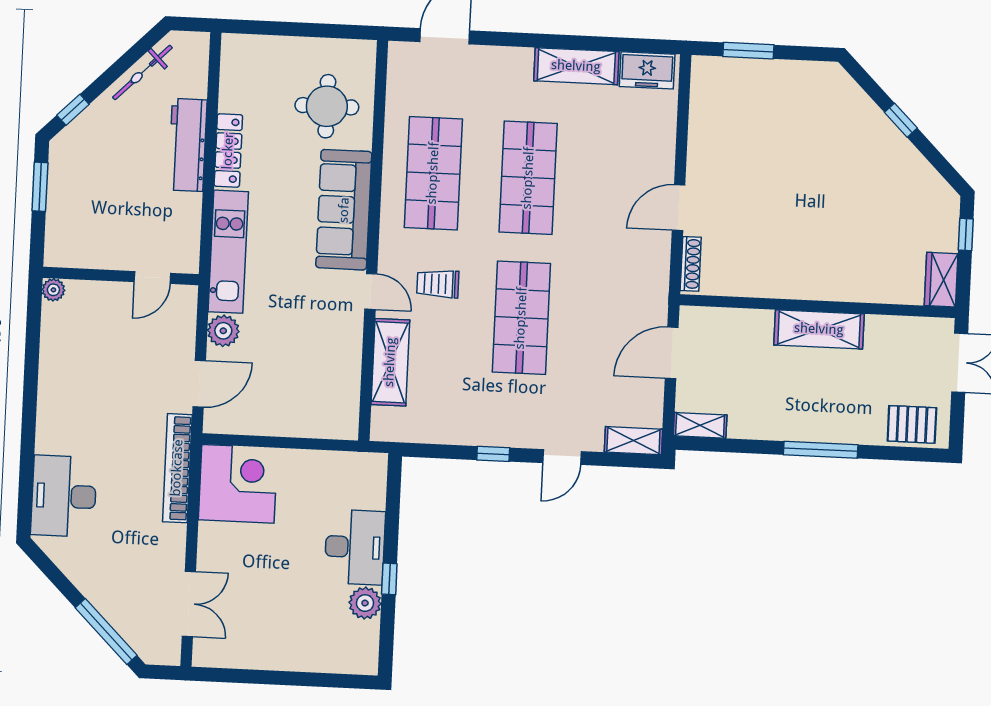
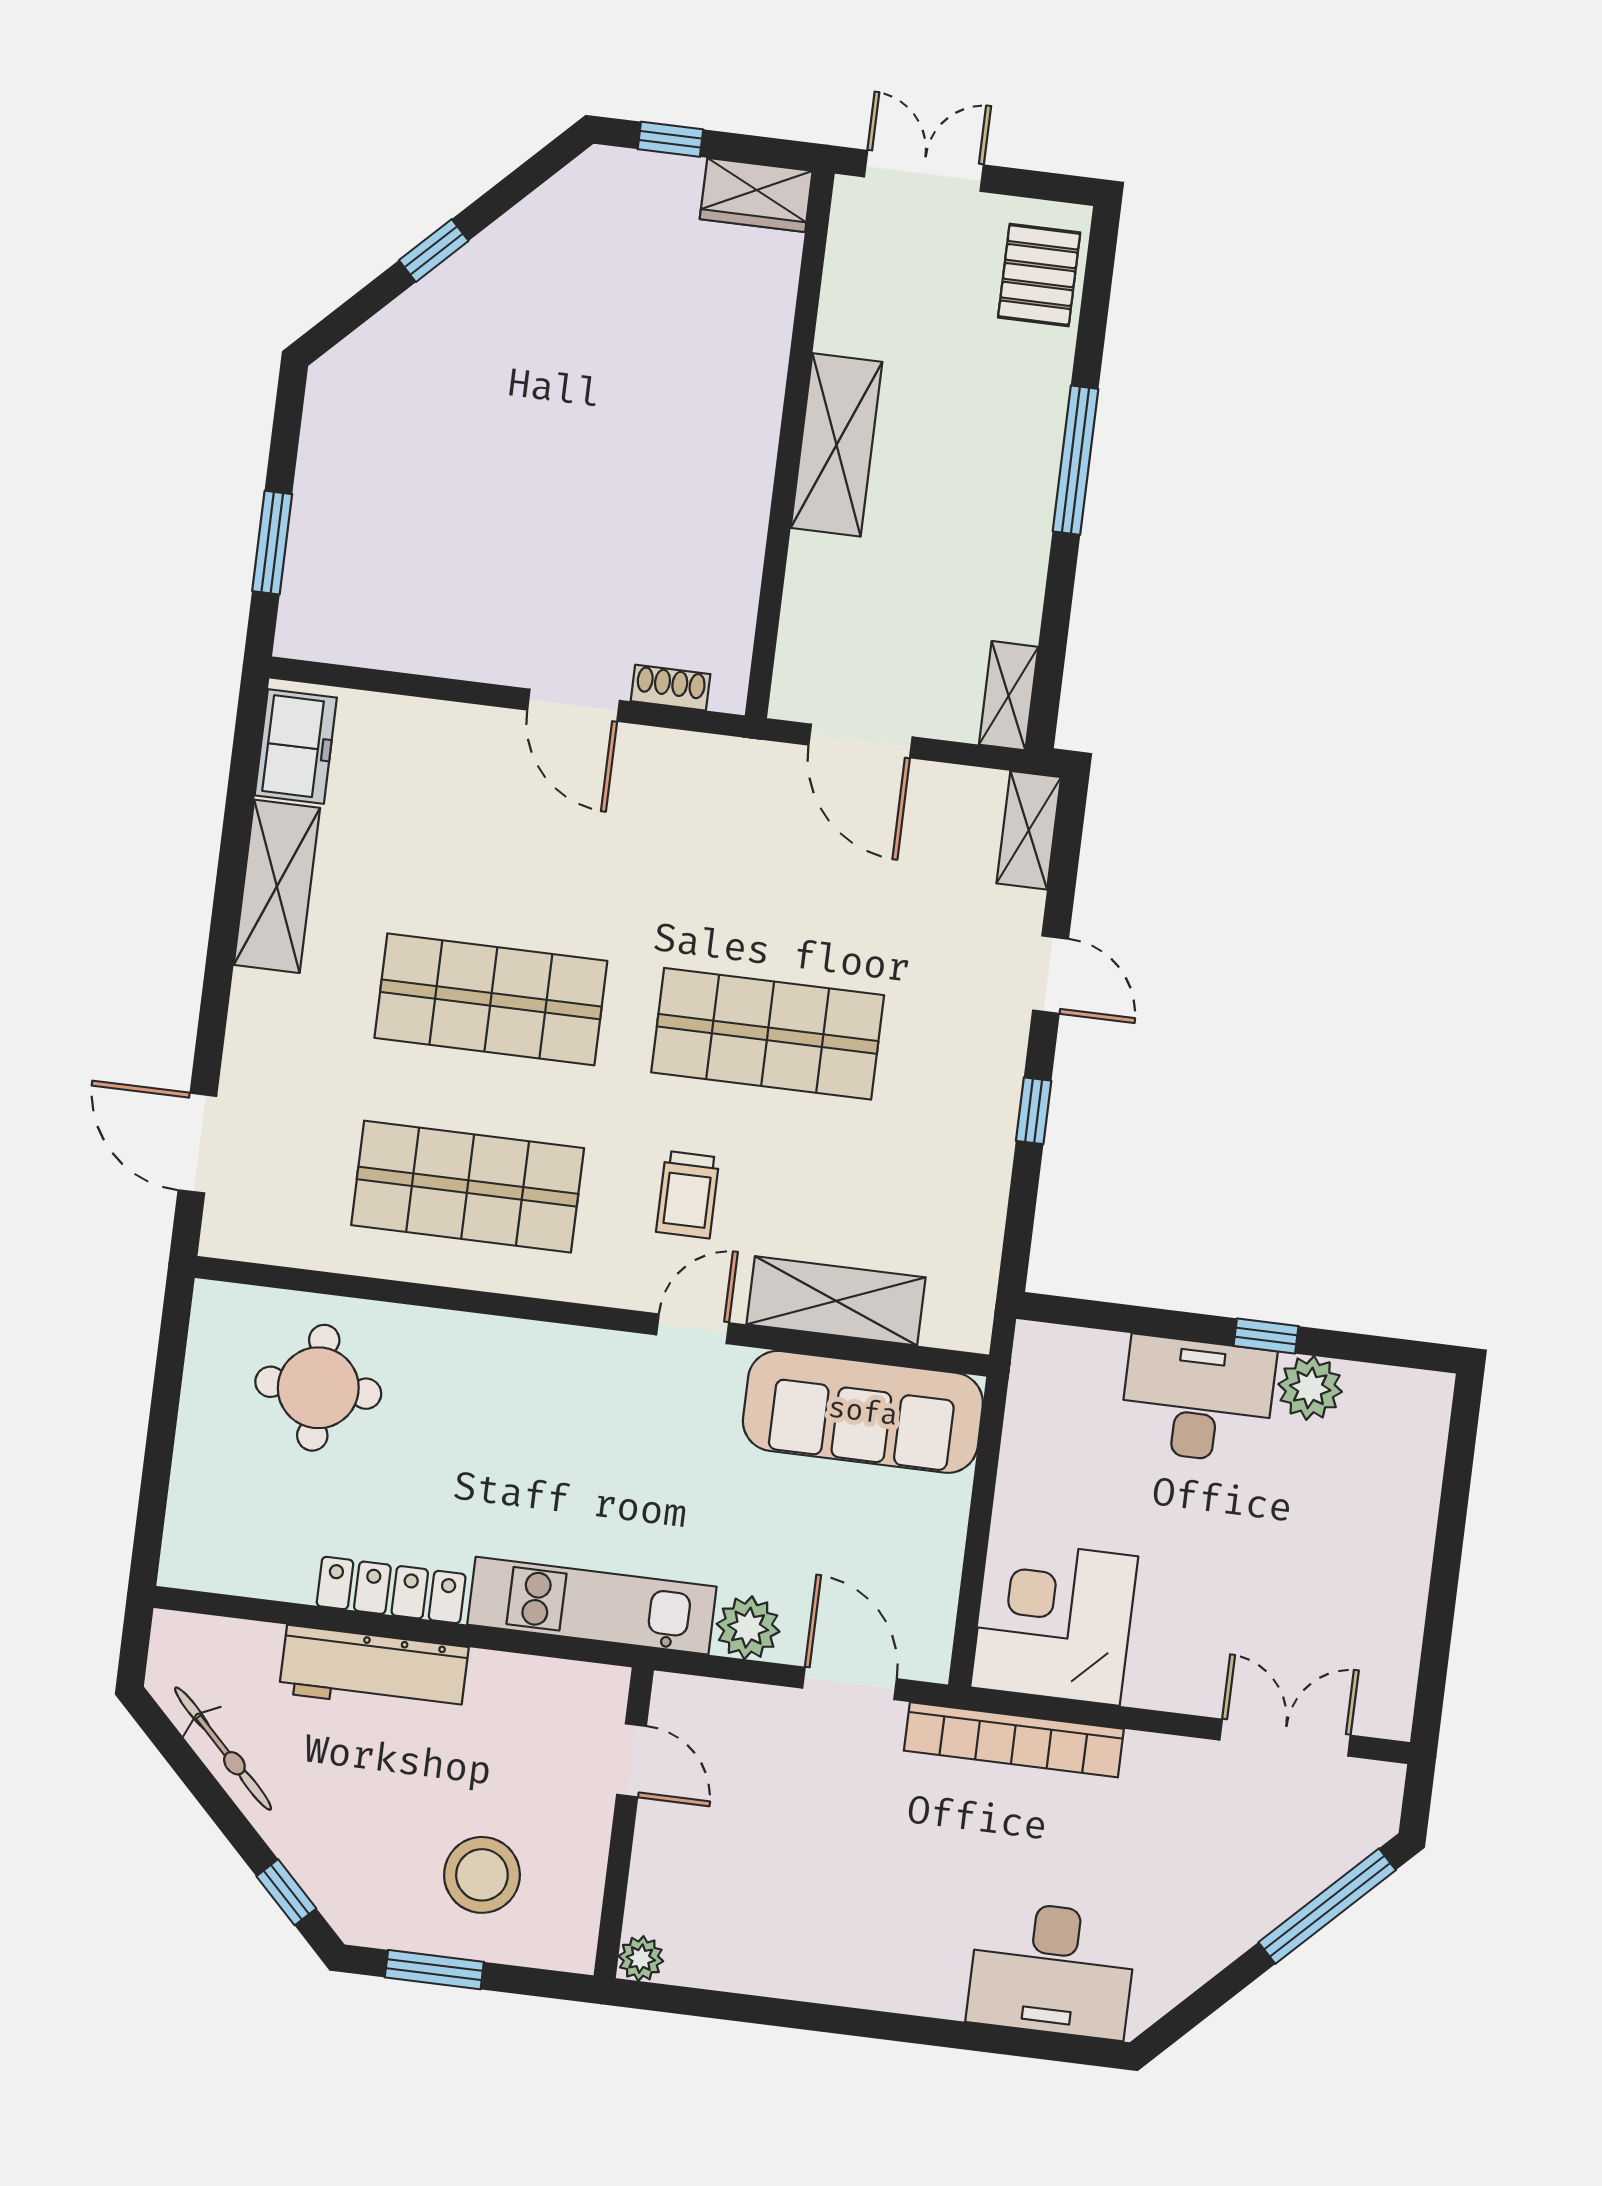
stool: (89, 207) -> (482, 1875), added
sofa: (344, 210) -> (863, 1412), moved
shoe rack: (691, 264) -> (671, 688), width x0.70

